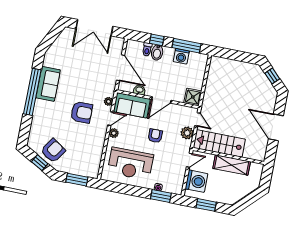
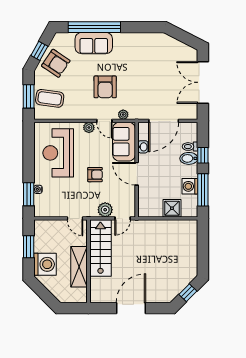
sofa: (48, 84) -> (94, 43), moved
window: (32, 92) -> (94, 27), moved
shower: (193, 97) -> (172, 208), moved
coffee table: (82, 162) -> (50, 98), added
washing machine: (196, 181) -> (45, 264), moved, turned -90

